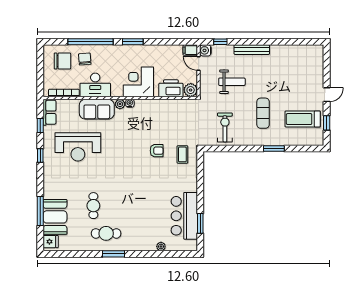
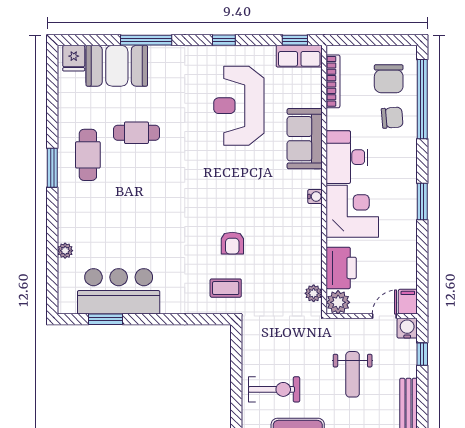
window: (91, 42) -> (422, 99), moved
desk: (95, 85) -> (347, 157), moved
plant: (120, 104) -> (314, 293), moved
window: (40, 126) -> (295, 40), moved
exercise bike: (225, 127) -> (274, 389), moved
window: (40, 211) -> (146, 40), moved

